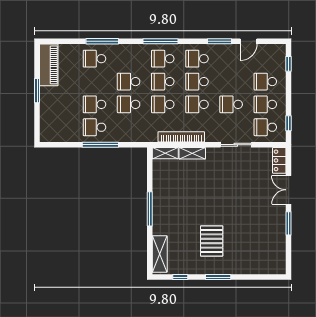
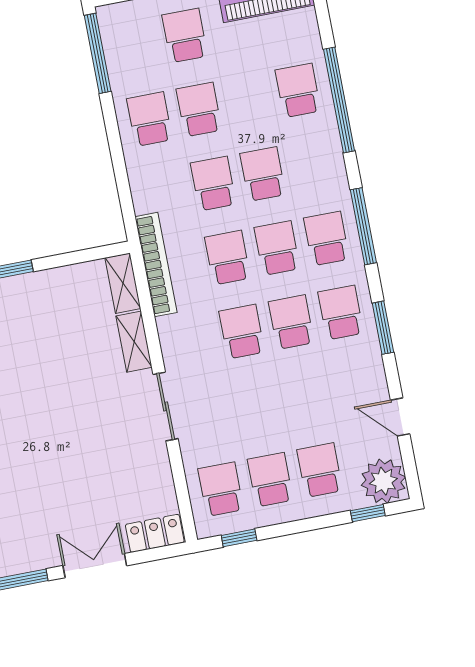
window: (102, 41) -> (339, 100), width x1.46
window: (219, 41) -> (383, 328), moved
plant: (276, 54) -> (383, 481), added
school desk: (231, 104) -> (185, 36), moved
bookcase: (181, 137) -> (156, 265), moved
window: (100, 145) -> (98, 53), moved
sliding door: (236, 145) -> (166, 406), moved

